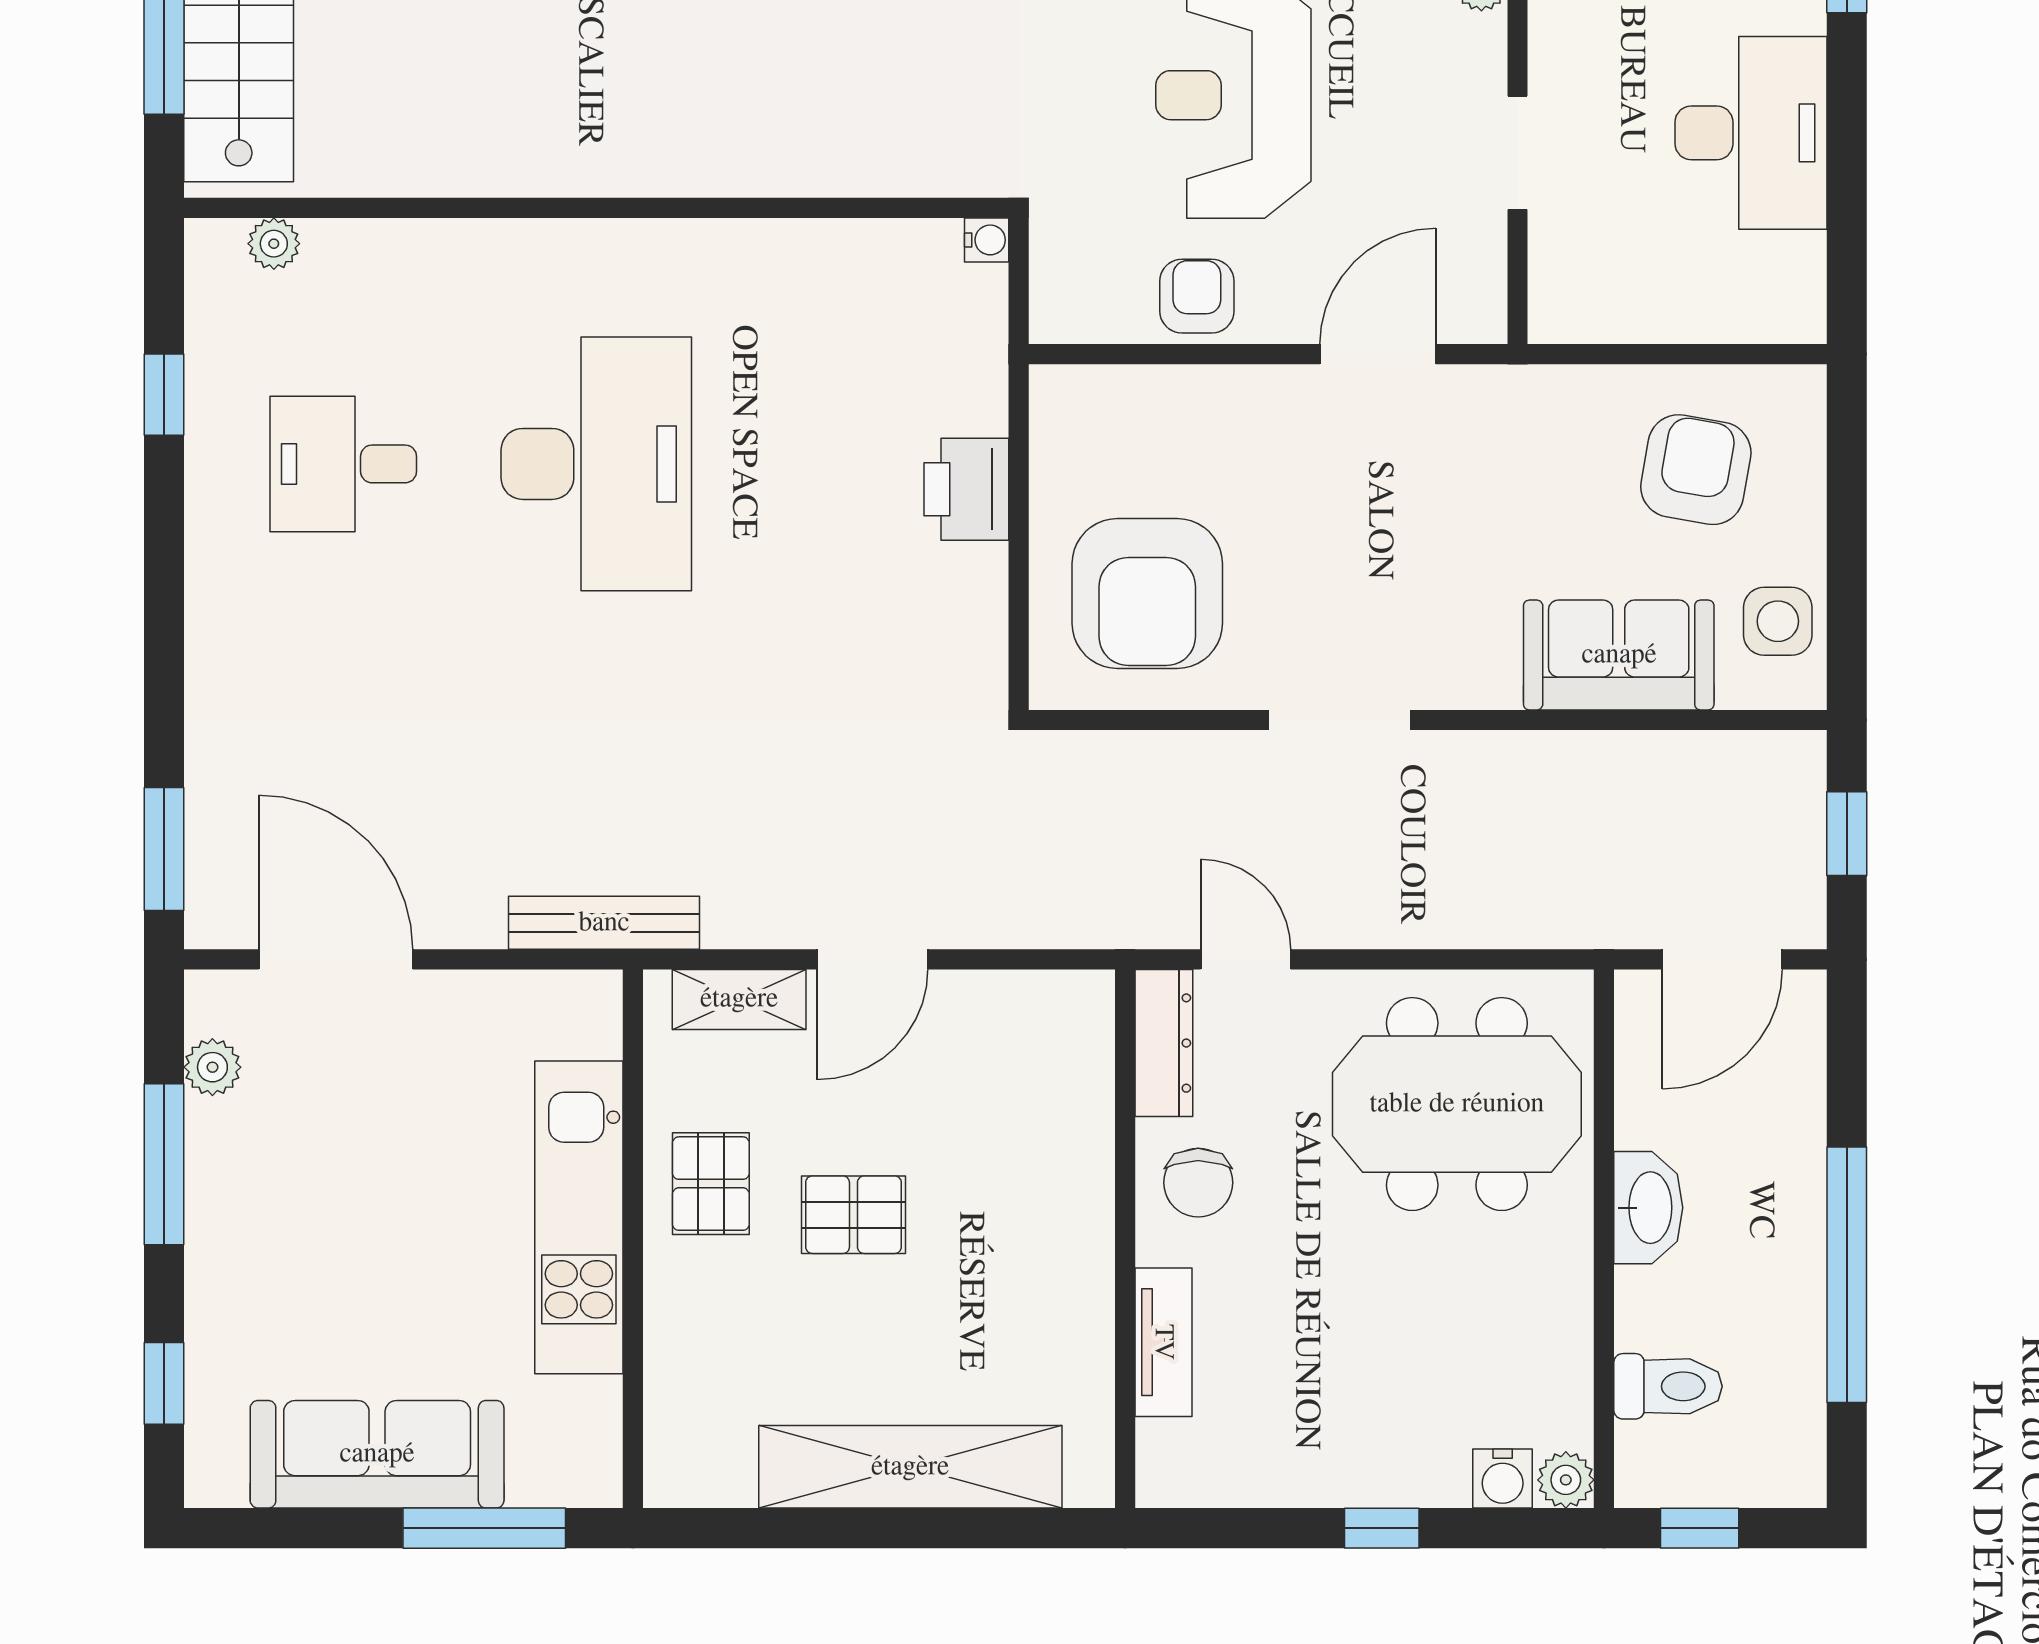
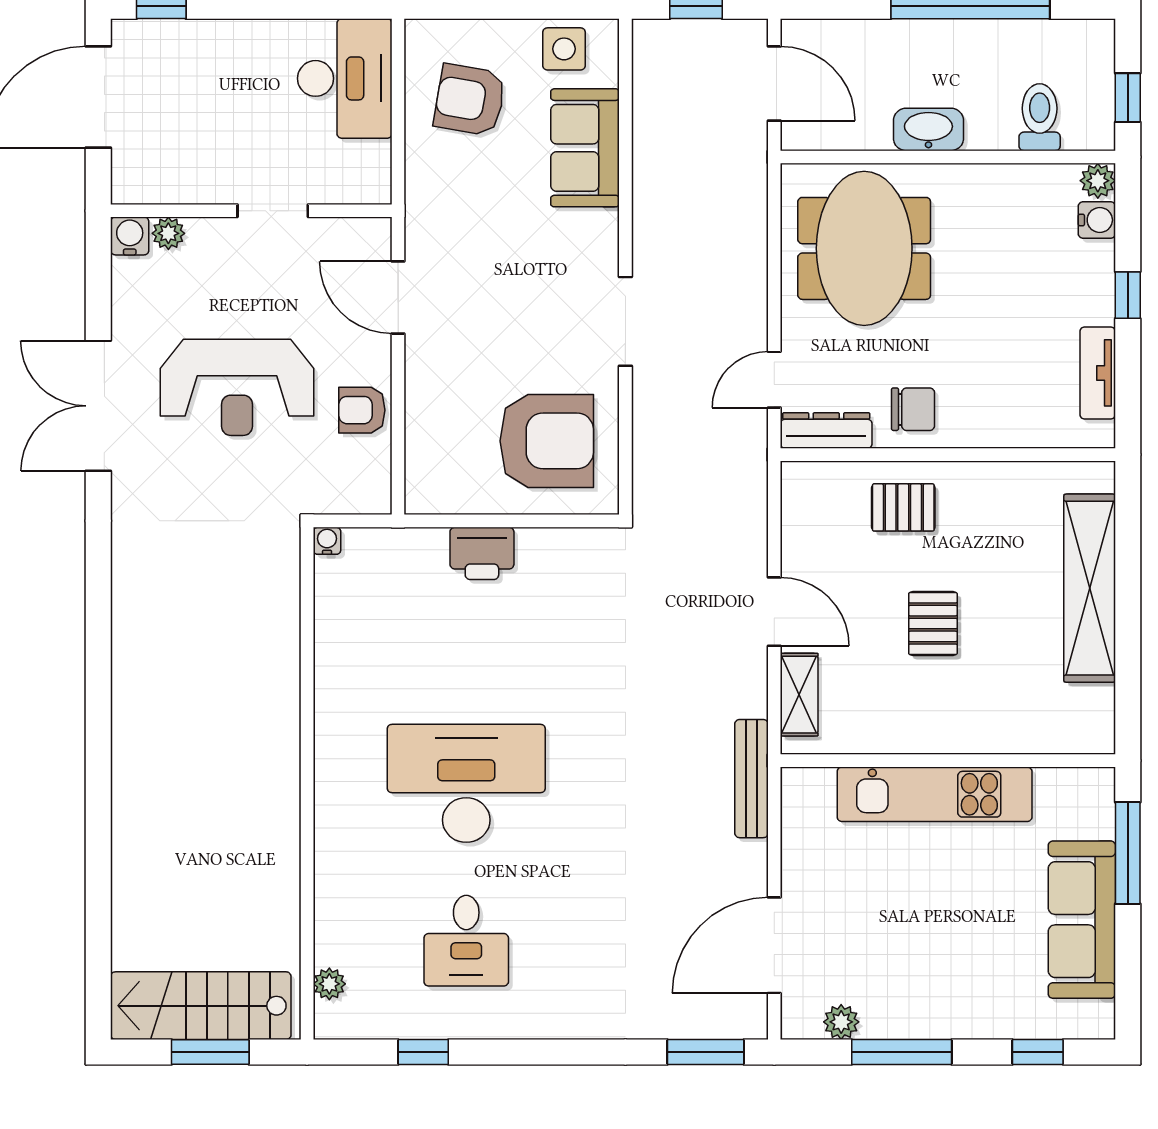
desk: (1751, 133) -> (345, 78), moved, turned 90
pallet: (711, 1184) -> (903, 507), moved
tv unit: (1163, 1342) -> (1098, 373), moved, turned -90

